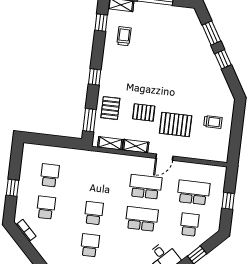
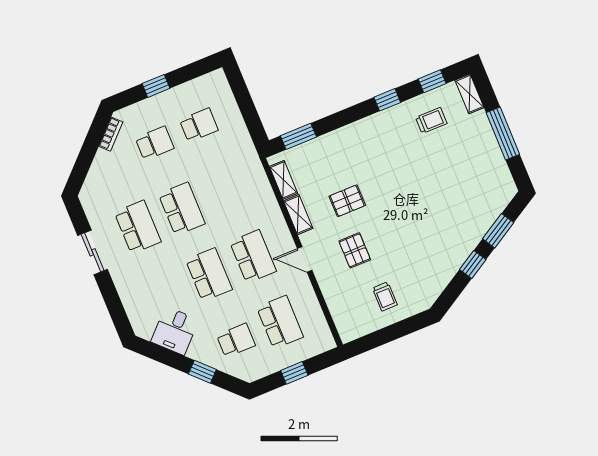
window: (95, 77) -> (387, 100), moved
pallet: (110, 108) -> (329, 155), removed
pallet: (144, 112) -> (347, 201), turned 90
pallet: (176, 124) -> (355, 250), width x0.67, depth x0.71
school desk: (94, 213) -> (182, 209), width x1.85
school desk: (90, 245) -> (138, 227), width x1.85

